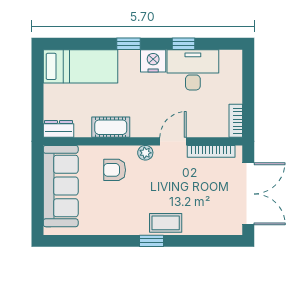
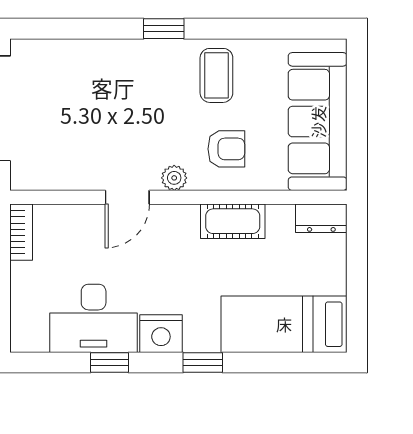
bookcase: (211, 151) -> (63, 180), removed
coffee table: (166, 223) -> (216, 75), moved, turned 90

